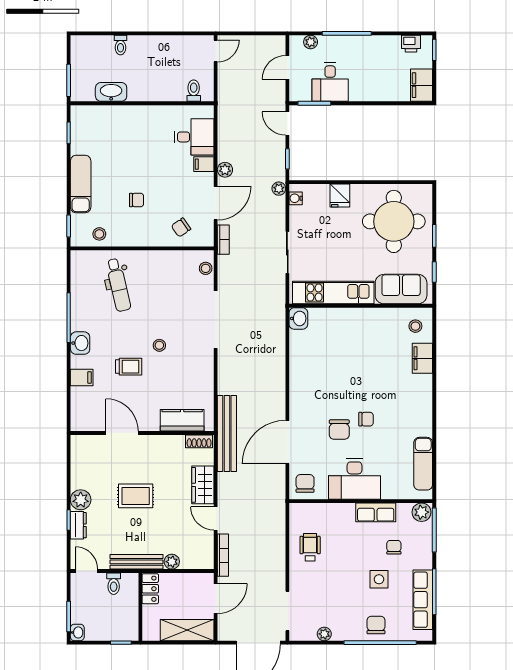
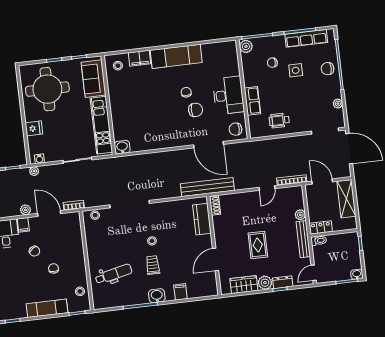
chair: (181, 227) -> (34, 251), moved
trolley: (129, 367) -> (153, 265), moved
exam couch: (423, 464) -> (176, 56), moved, width x1.36, depth x1.45
wardrobe: (203, 485) -> (244, 285), moved, turned 180
row of seats: (376, 512) -> (252, 101), moved
toilet: (114, 584) -> (319, 240), moved

